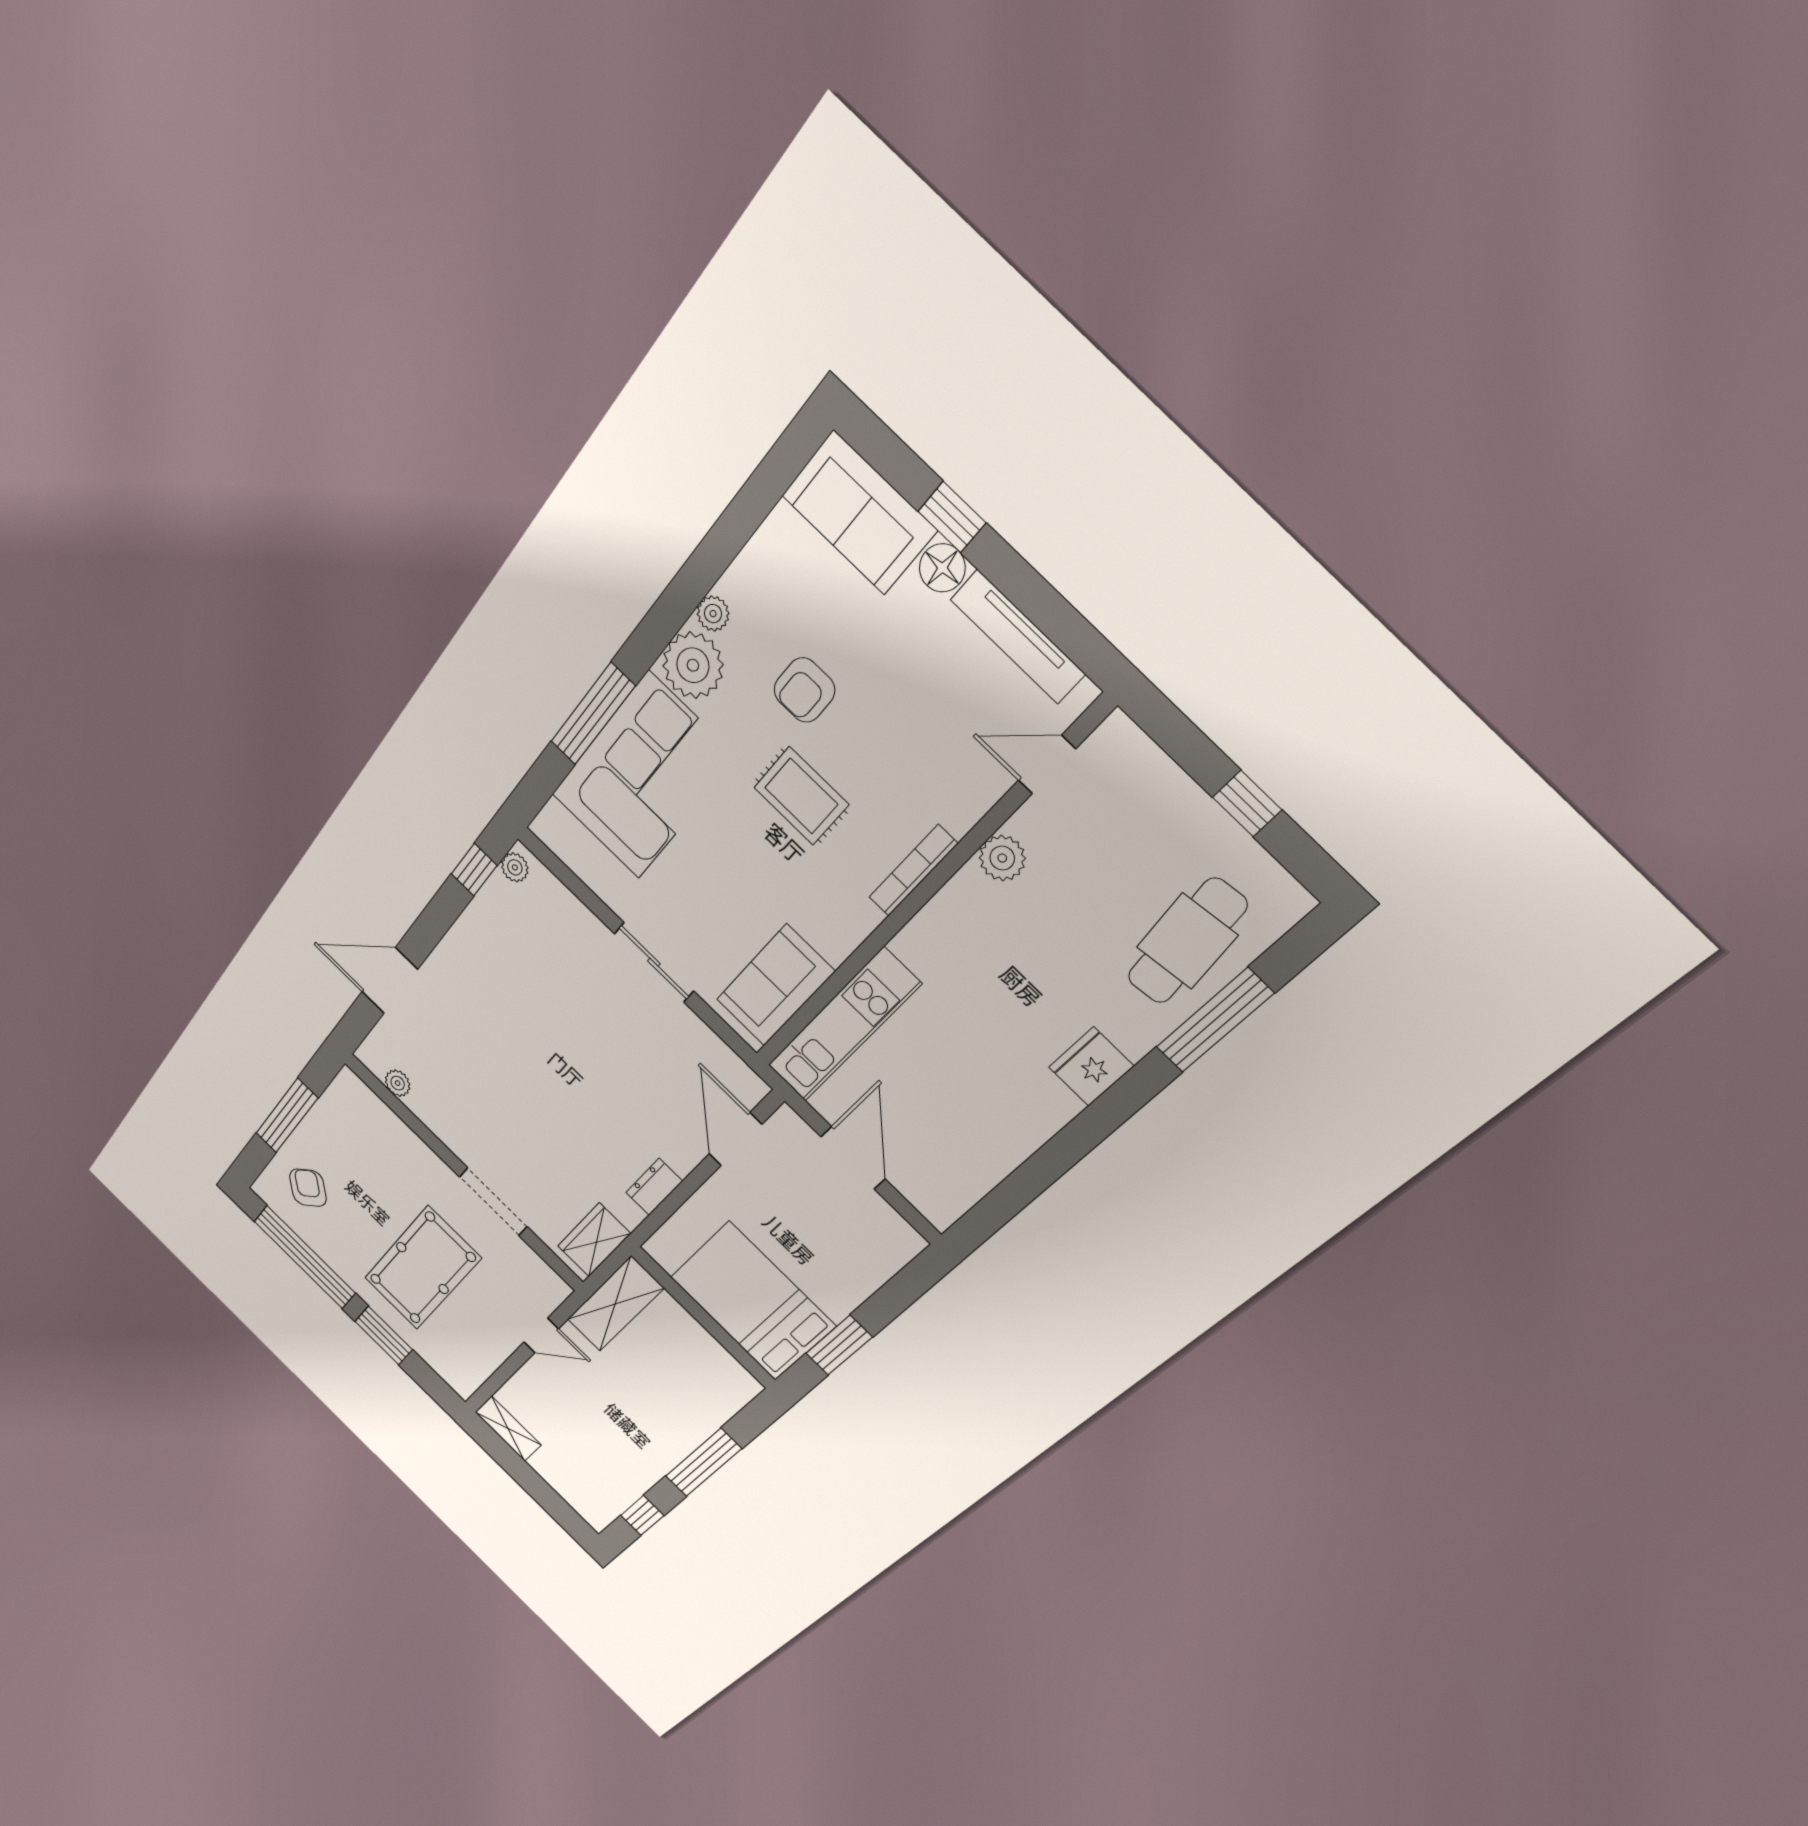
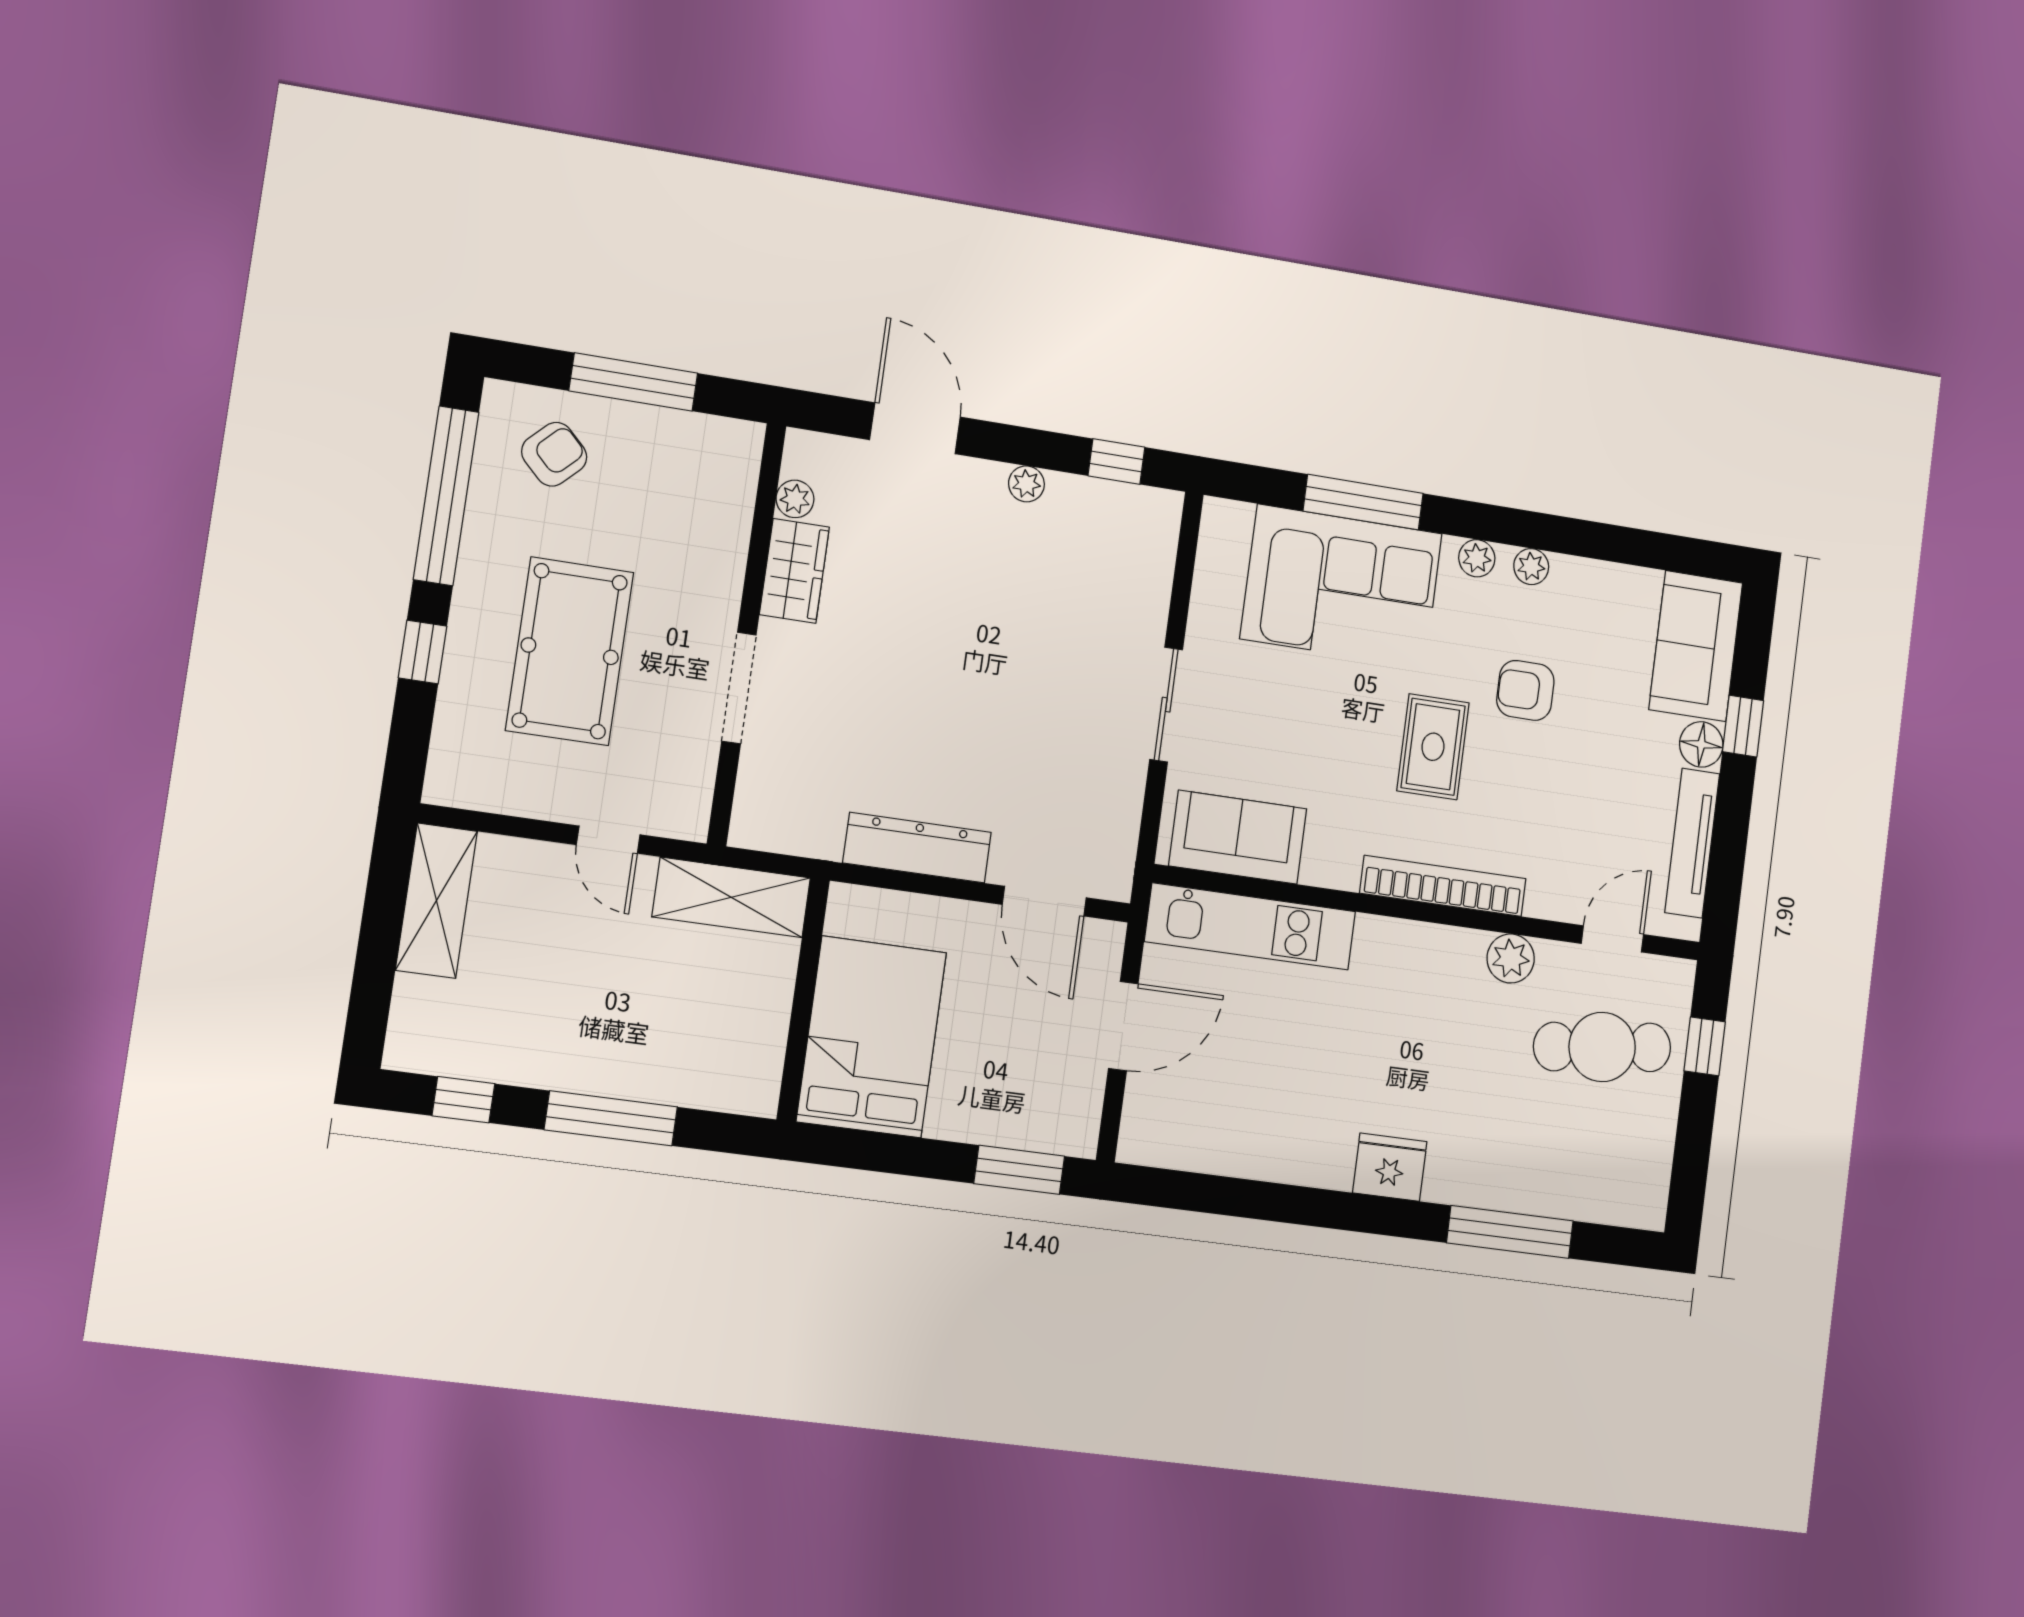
plant: (693, 665) -> (1477, 558), width x0.53, depth x0.53
door: (1047, 765) -> (1612, 939), hinge flipped
window: (1247, 804) -> (1705, 1046), moved
plant: (515, 867) -> (1026, 484), moved
bookcase: (913, 871) -> (1443, 886), width x1.48, depth x1.31
cafe table: (1187, 941) -> (1602, 1047), moved
door: (735, 1139) -> (1044, 901), swing flipped
dresser: (654, 1187) -> (917, 848), width x1.96, depth x1.24
wardrobe: (594, 1240) -> (794, 571), moved, turned 90
pool table: (422, 1268) -> (570, 651), turned 90
window: (384, 1335) -> (423, 652), width x0.67
window: (839, 1345) -> (1019, 1170), moved
shelving: (508, 1429) -> (436, 901), width x1.50, depth x1.33

